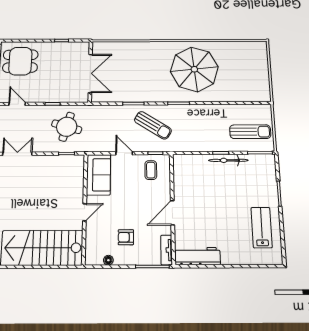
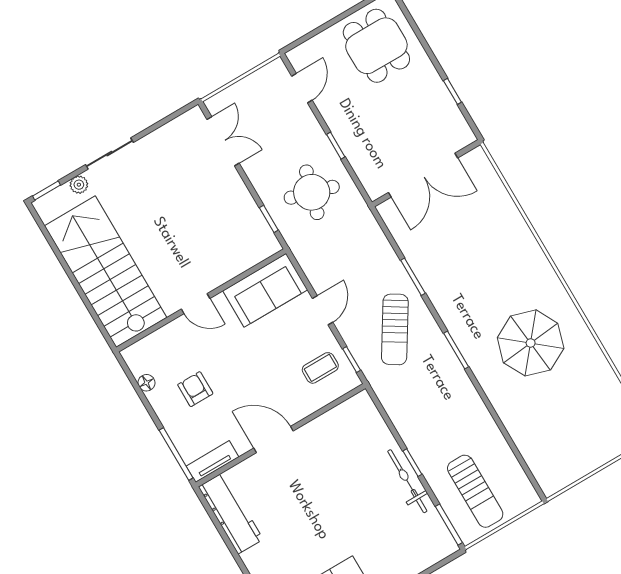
parasol: (194, 69) -> (531, 343), width x0.73, depth x0.73

